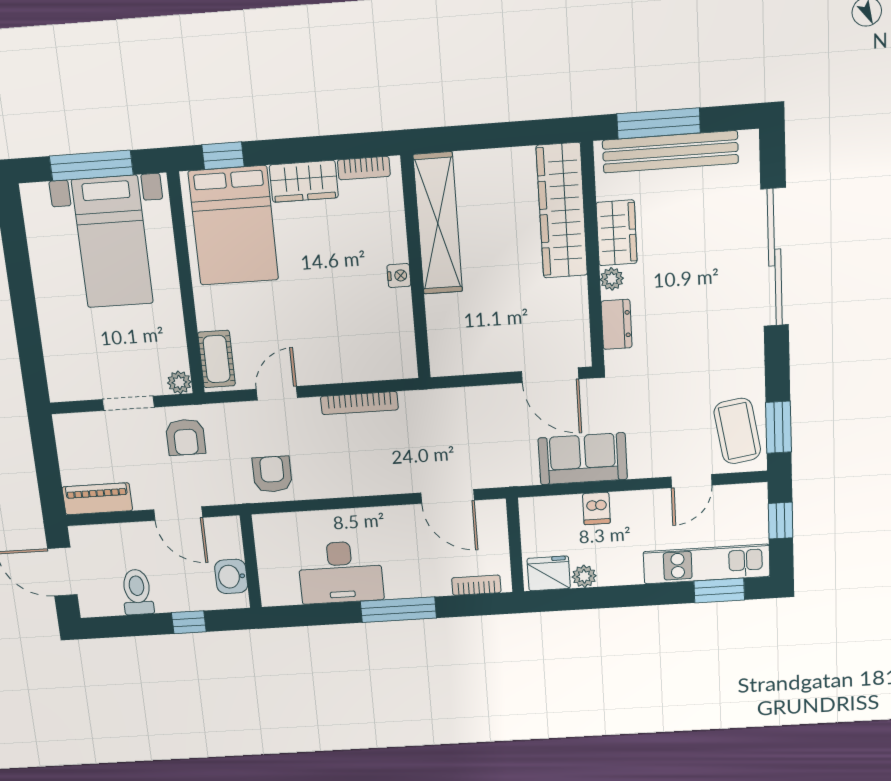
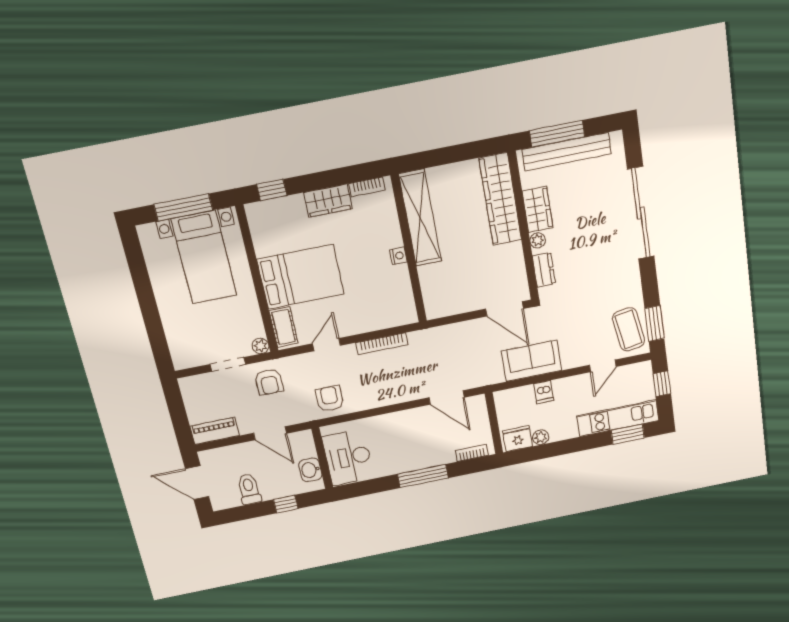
bed: (233, 226) -> (300, 277), moved, turned -90
desk: (341, 572) -> (348, 457), moved, turned 90

